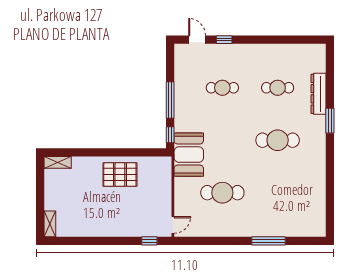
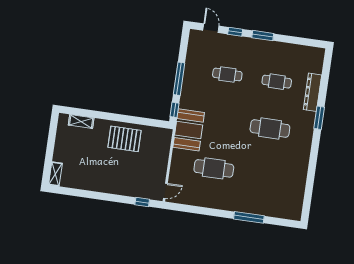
window: (255, 40) -> (263, 36), added
shelving: (58, 162) -> (81, 122), moved

